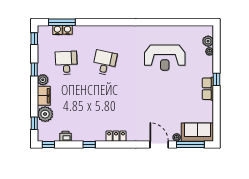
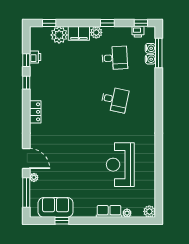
printer: (42, 41) -> (138, 32), added
plant: (208, 41) -> (149, 211), moved
window: (217, 79) -> (62, 221), moved
row of seats: (208, 89) -> (109, 211), moved
sofa: (197, 132) -> (56, 207), moved, turned -90
window: (48, 144) -> (26, 60), moved
door: (159, 144) -> (26, 158), hinge flipped

